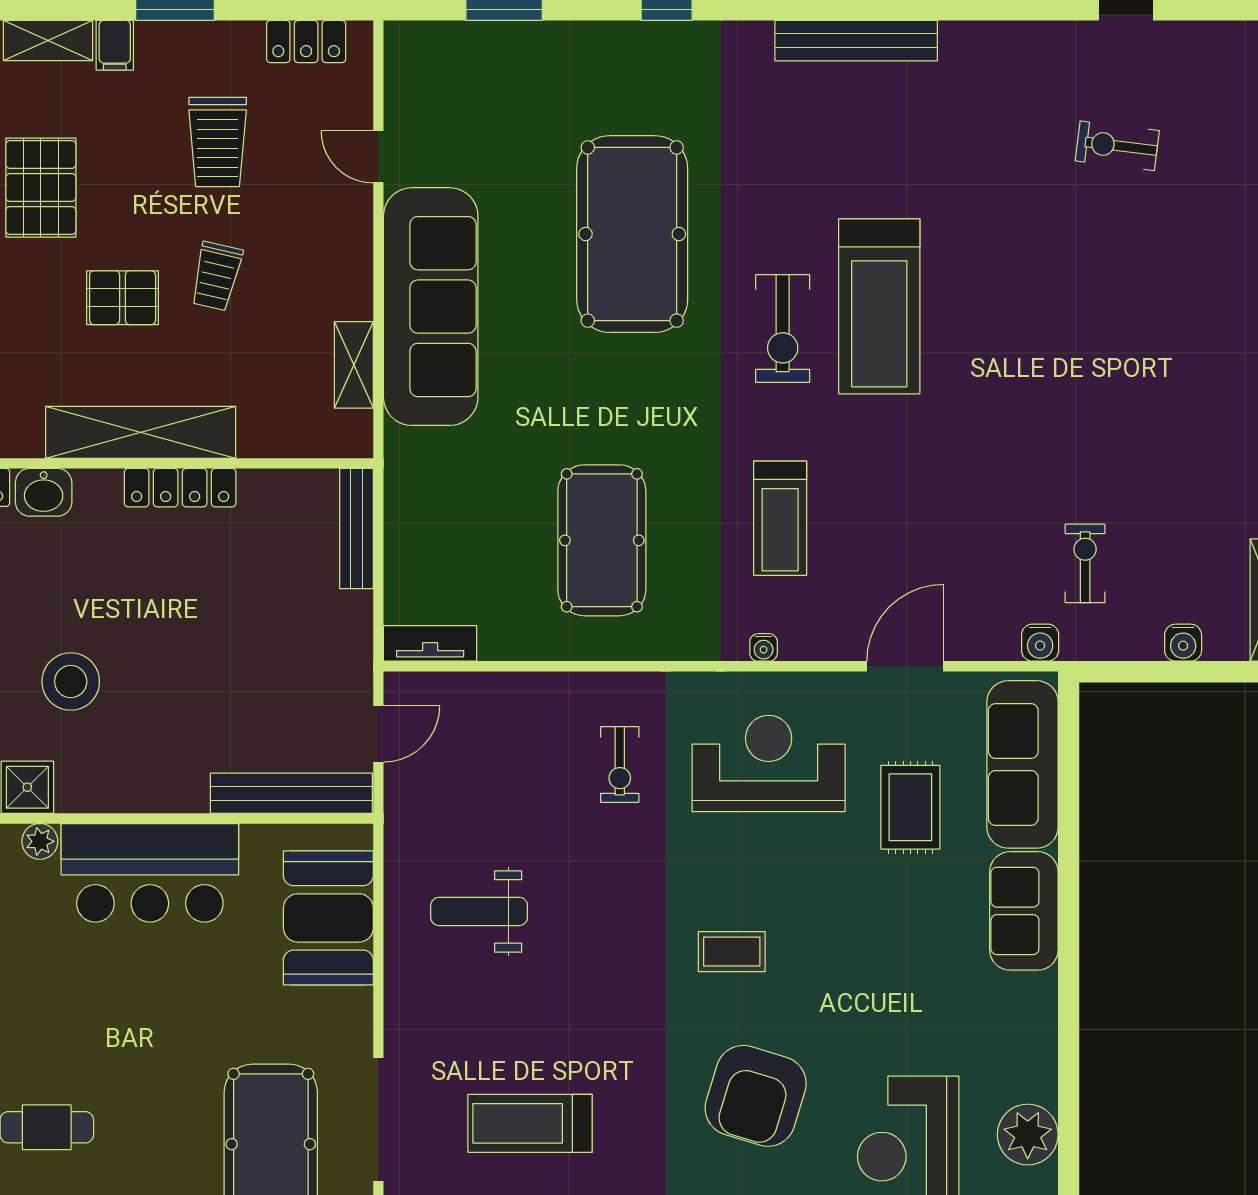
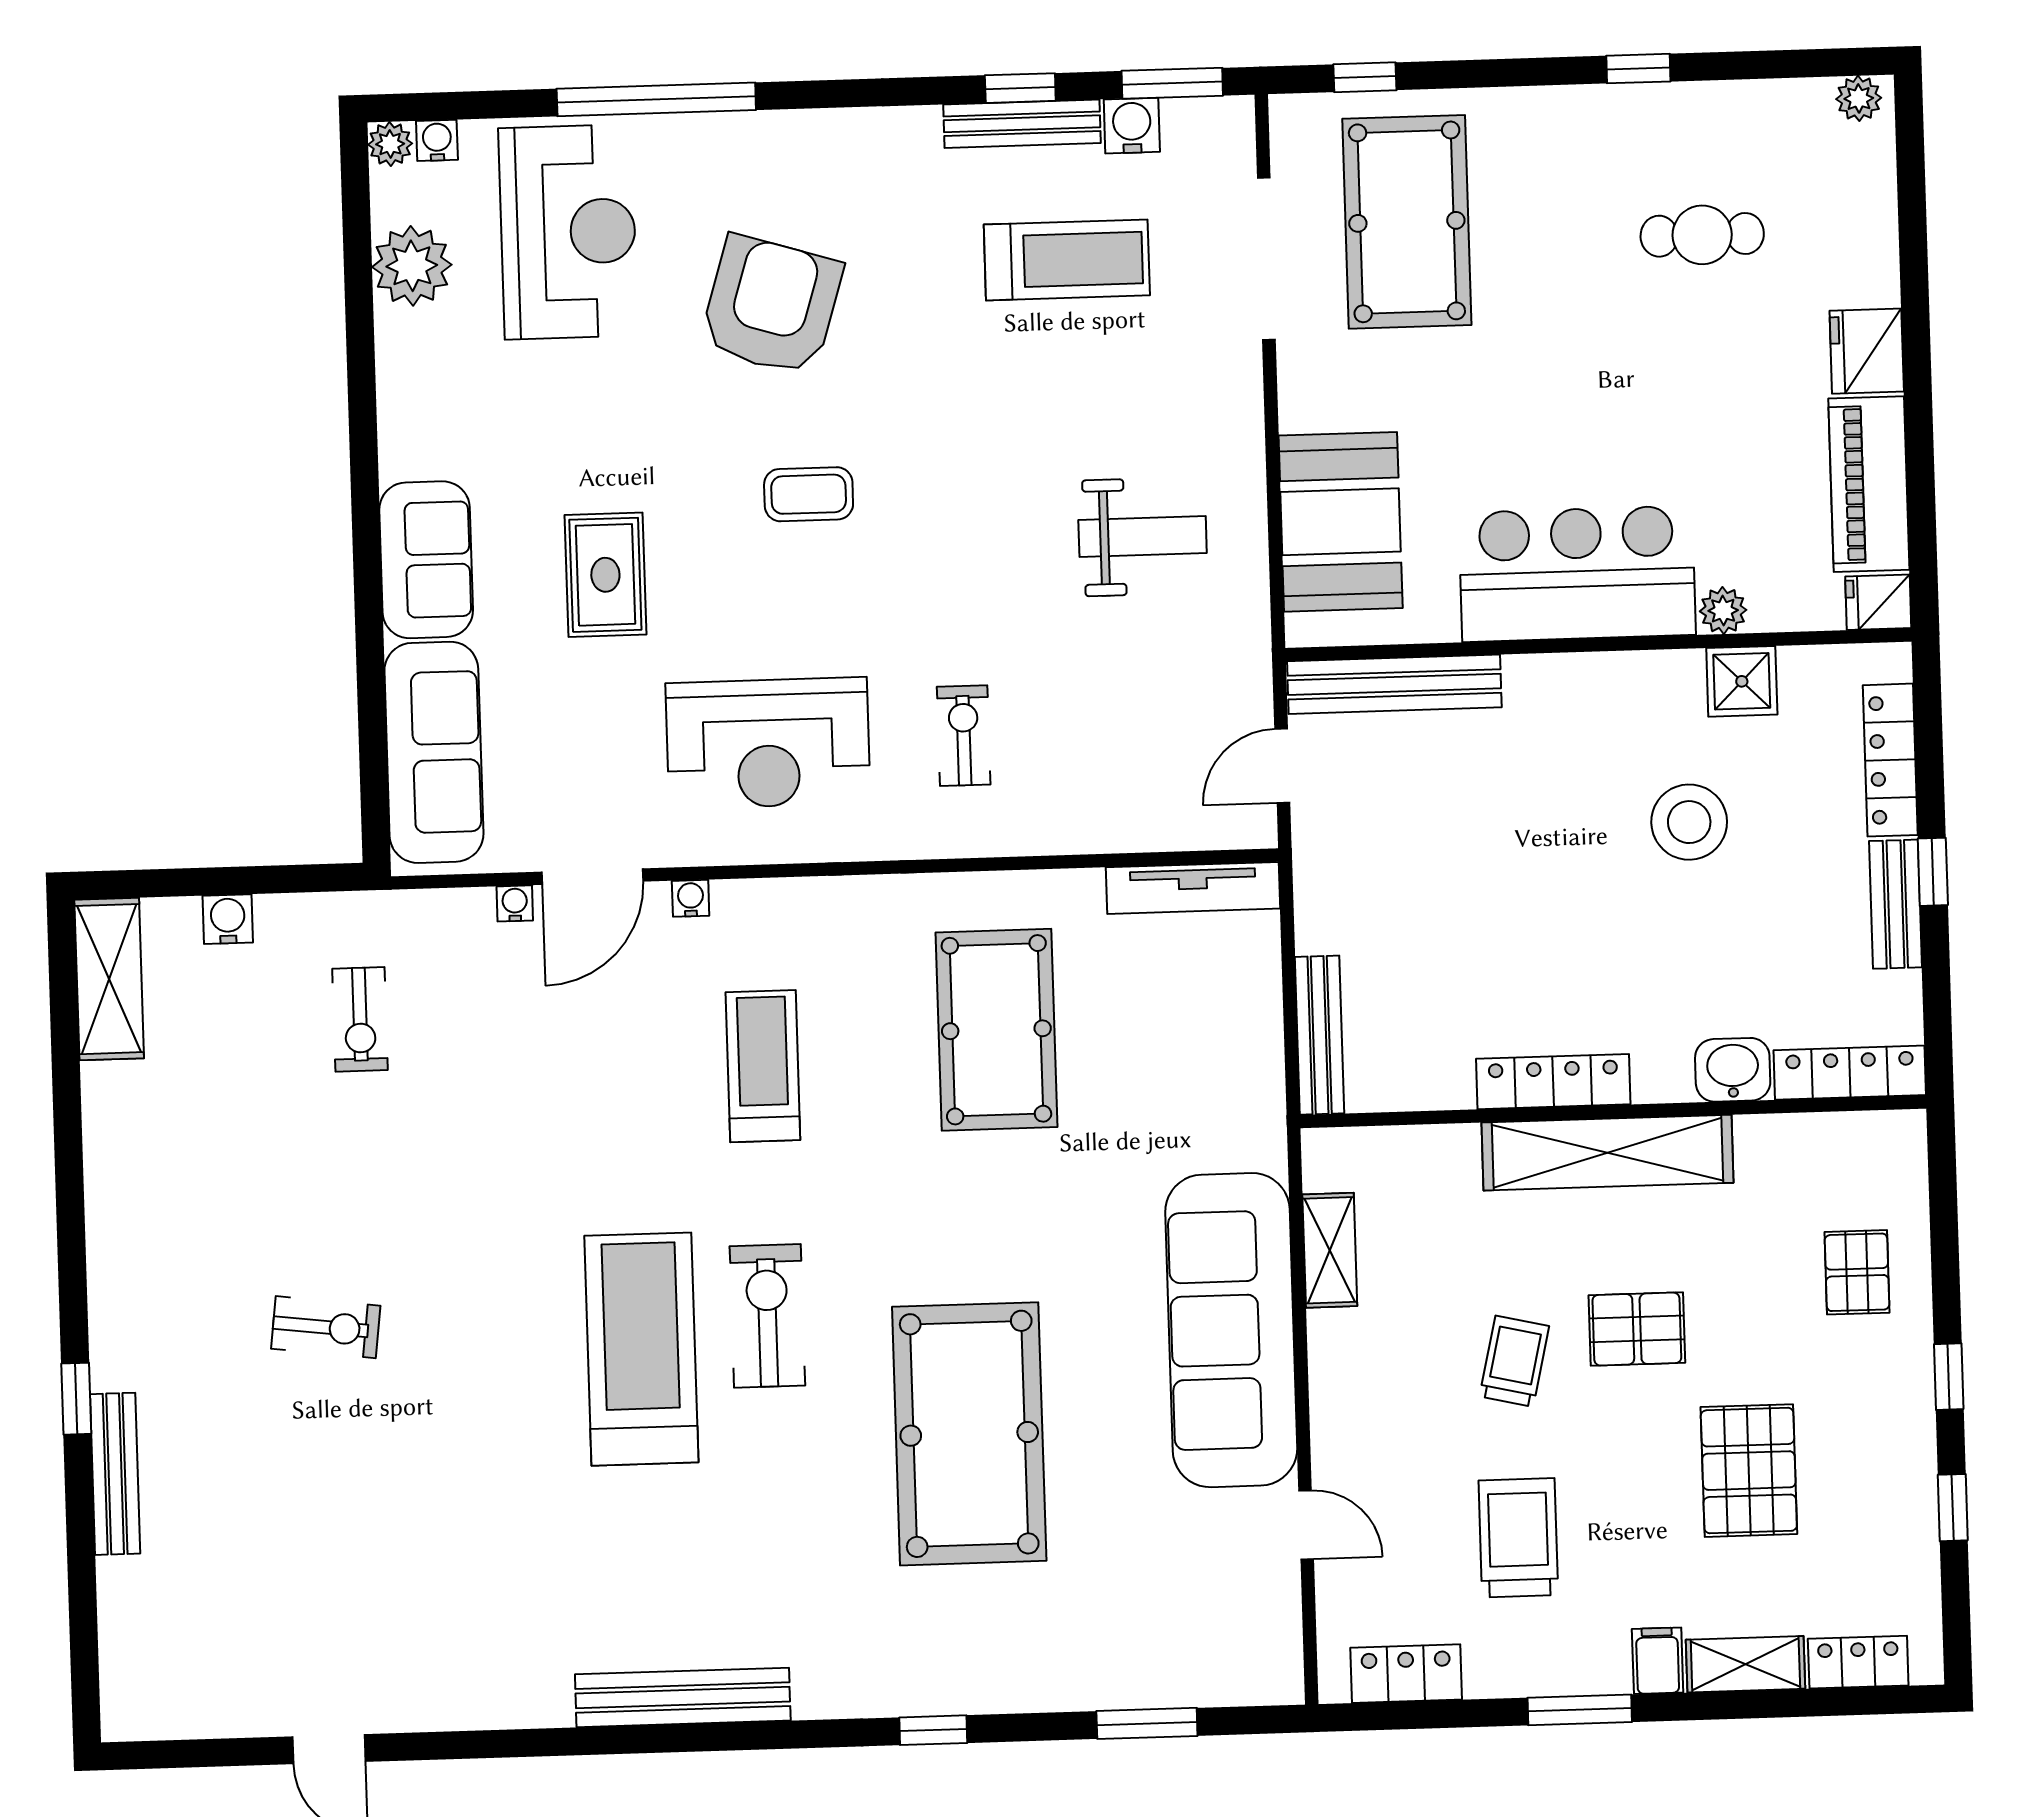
exercise bike: (1117, 146) -> (326, 1327), moved
tv unit: (430, 643) -> (1193, 888), width x1.41
water cooler: (1040, 643) -> (515, 903), moved, width x0.72, depth x0.72
water cooler: (764, 647) -> (691, 898), moved
rug: (910, 807) -> (605, 575), moved

